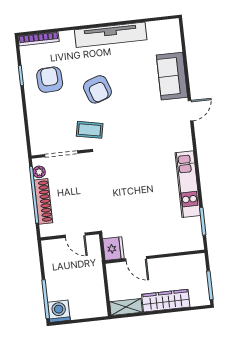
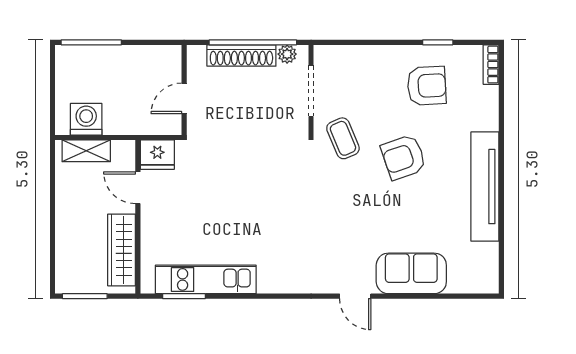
bookcase: (39, 39) -> (491, 65), width x0.64
coffee table: (90, 130) -> (343, 138), turned -34
kitchen unit: (188, 184) -> (206, 279), moved
door: (136, 259) -> (138, 188), hinge flipped
wardrobe: (166, 301) -> (122, 250), moved, turned 180
shelving: (126, 307) -> (86, 151), moved, turned 90
washing machine: (59, 311) -> (86, 119), moved, turned -90

